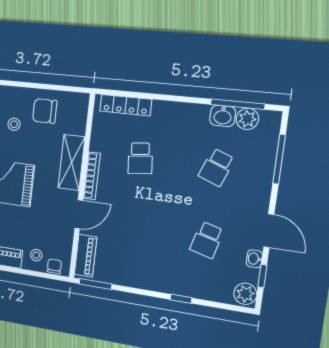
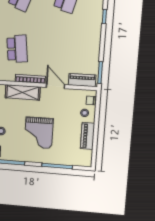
school desk: (140, 158) -> (17, 49), width x1.85

